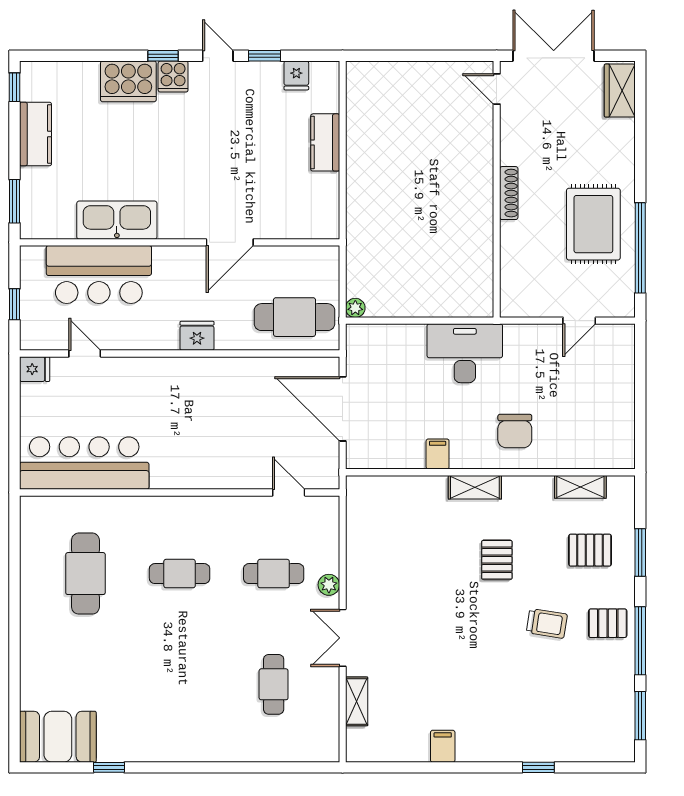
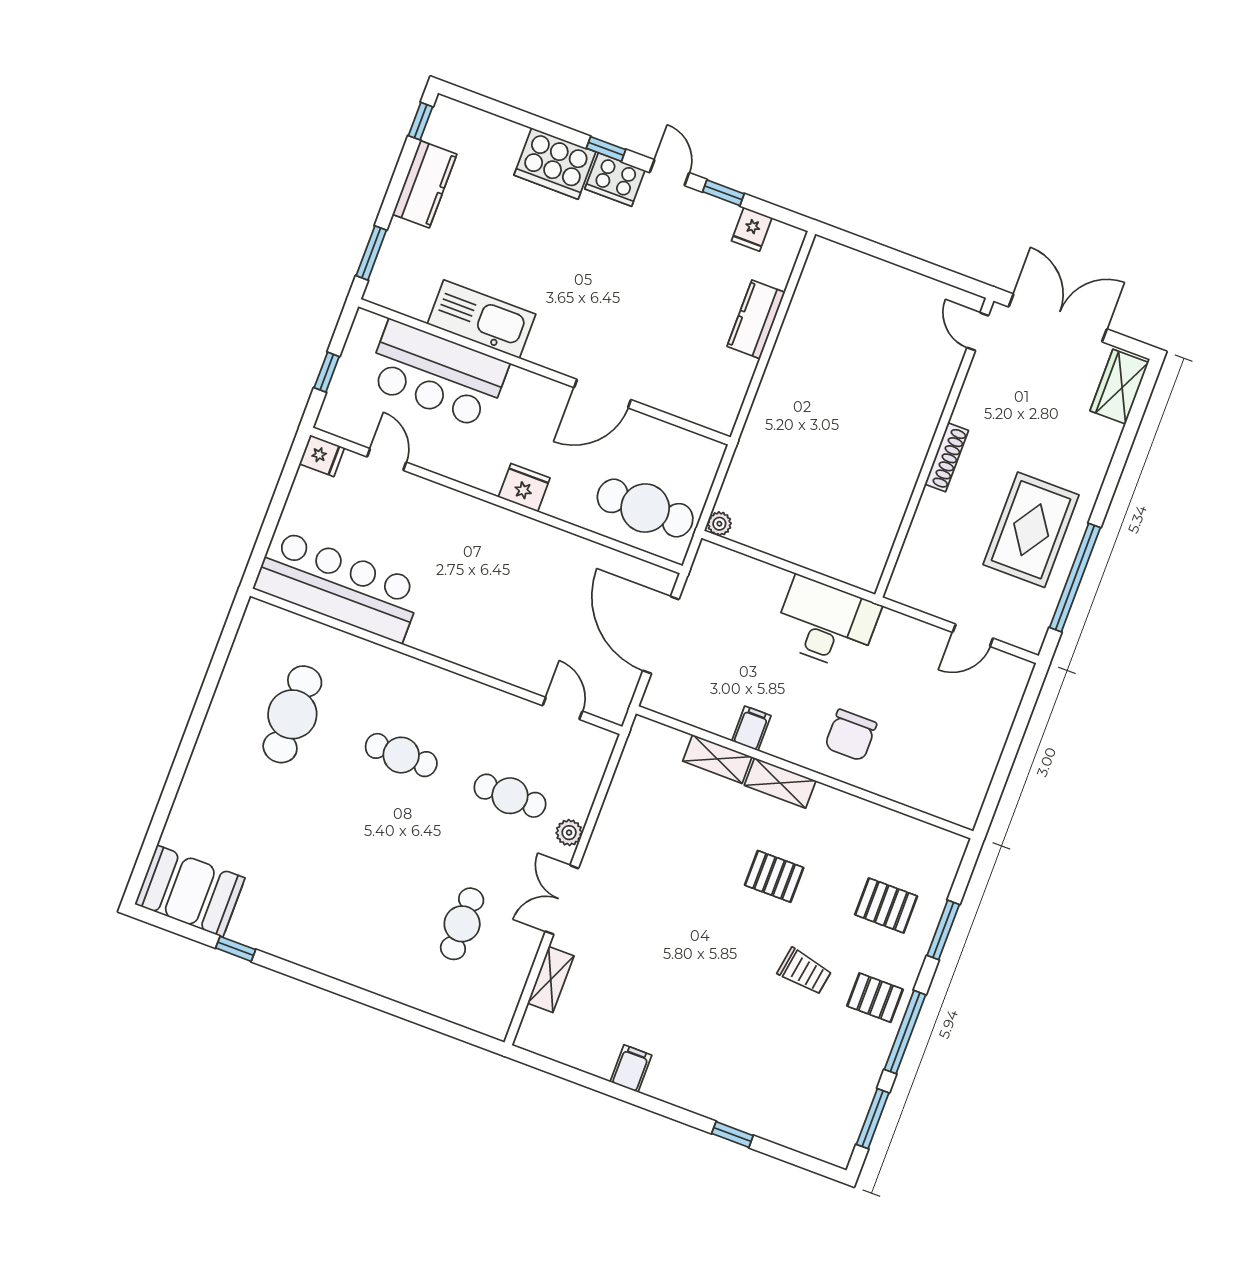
cooker: (173, 77) -> (615, 180), width x1.36
shelving: (580, 487) -> (717, 759), moved
pallet: (497, 560) -> (774, 876), turned 90

